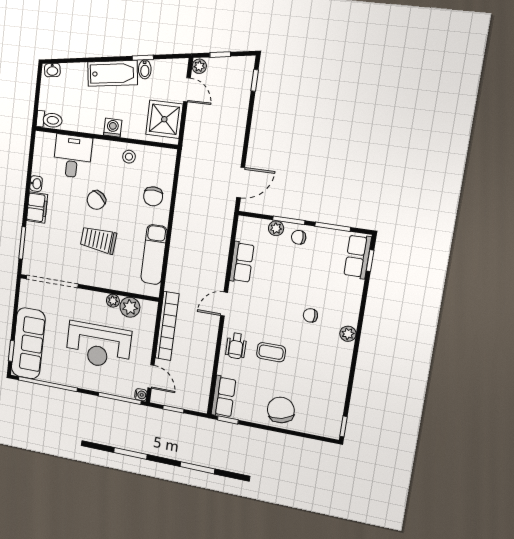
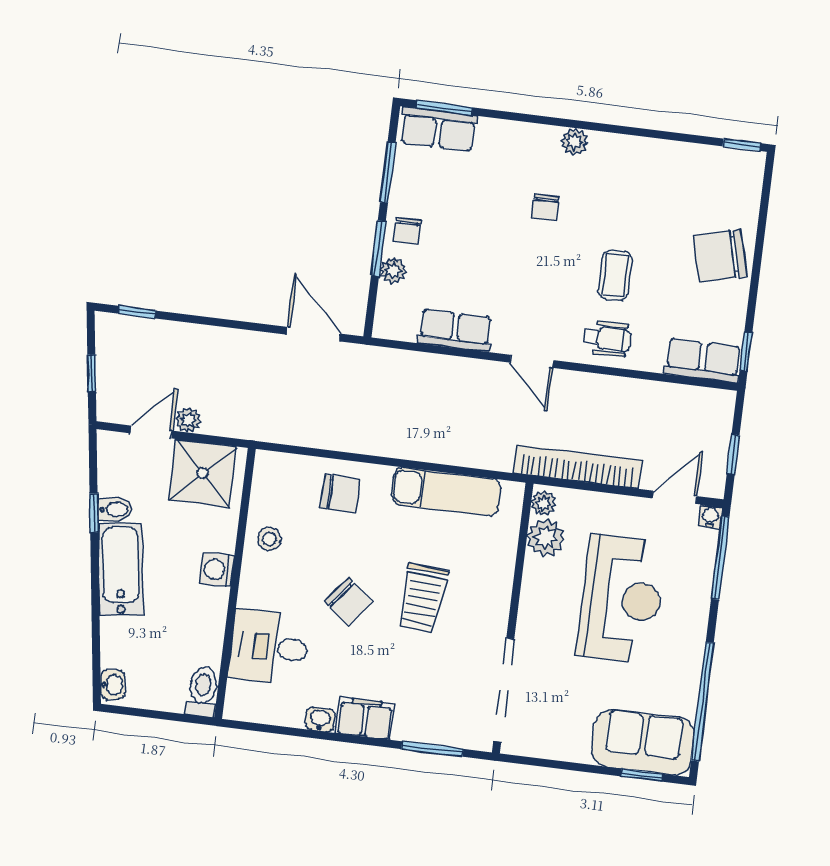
plant: (199, 66) -> (188, 420), moved
window: (370, 261) -> (445, 108), width x1.50
plant: (113, 301) -> (543, 503), moved
sofa: (28, 343) -> (643, 742), width x0.73

